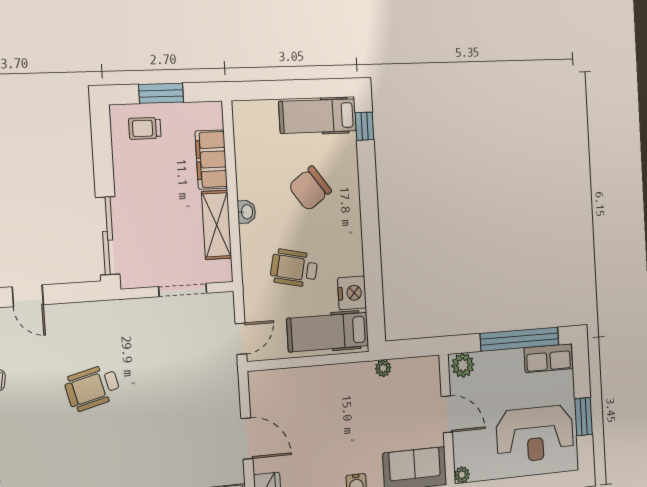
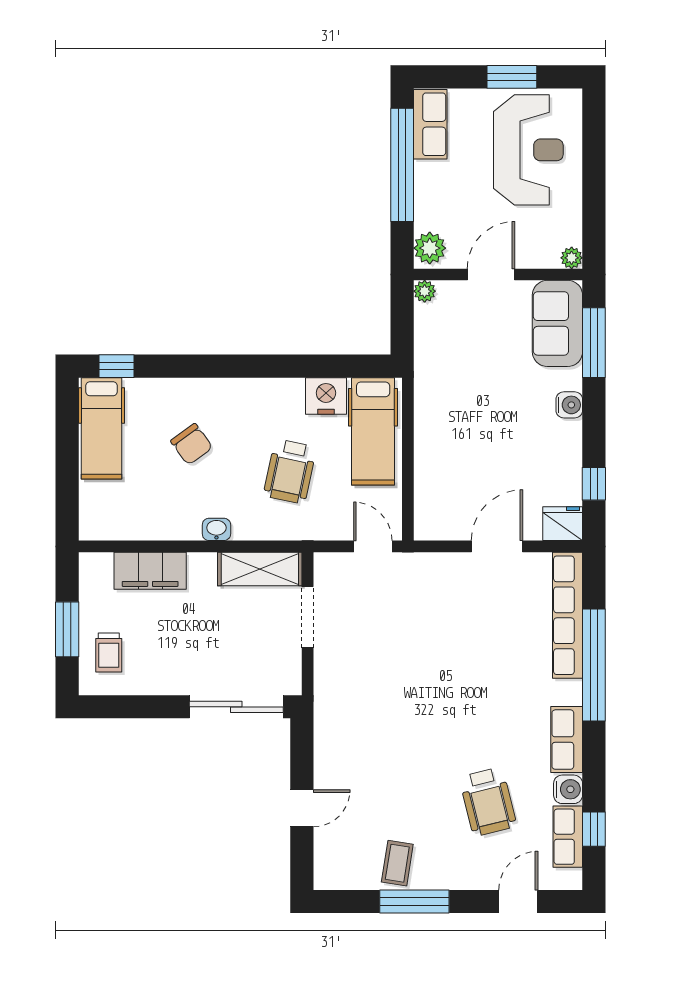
chair: (310, 188) -> (192, 444), width x0.73, depth x0.73
shelving: (217, 225) -> (260, 569), moved
plant: (383, 368) -> (425, 291), moved
wheelchair: (92, 388) -> (488, 802), moved

